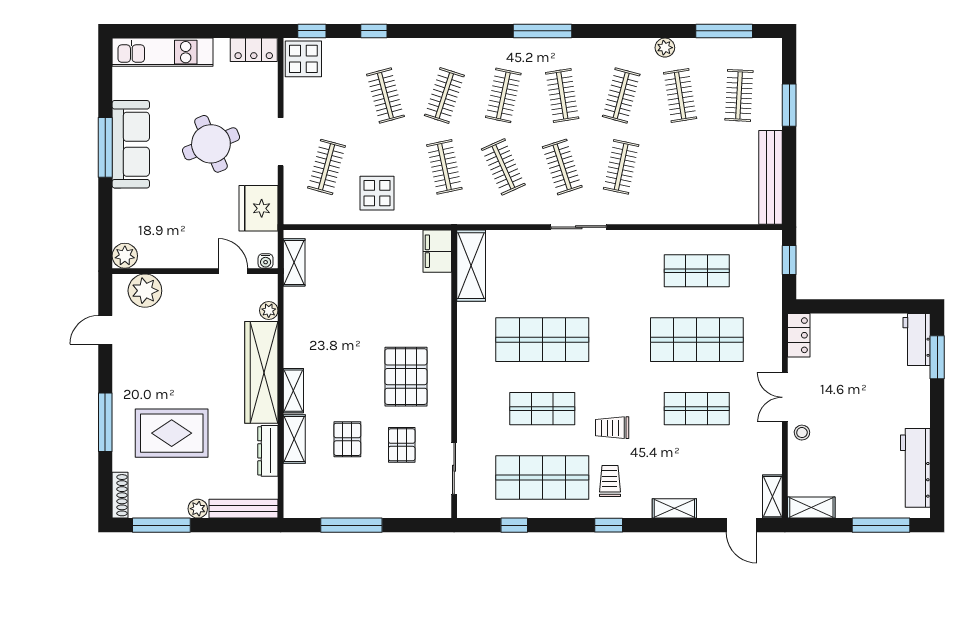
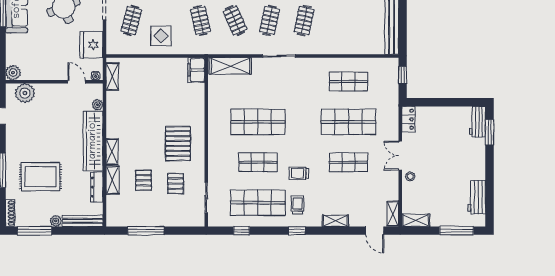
clothes rail: (562, 167) -> (270, 21), turned 30
shelving: (471, 266) -> (230, 66), moved, turned 90
workbench: (915, 468) -> (477, 197), width x0.73

